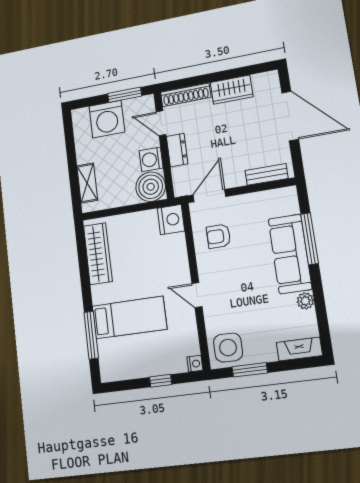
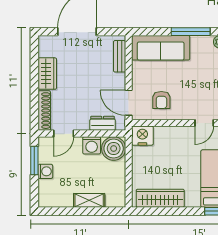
washing machine: (107, 119) -> (45, 171), width x0.53, depth x0.53
dresser: (177, 150) -> (103, 123), moved
shelving: (87, 183) -> (89, 200), moved
window: (309, 239) -> (191, 32), moved
sofa: (290, 254) -> (161, 48), moved

